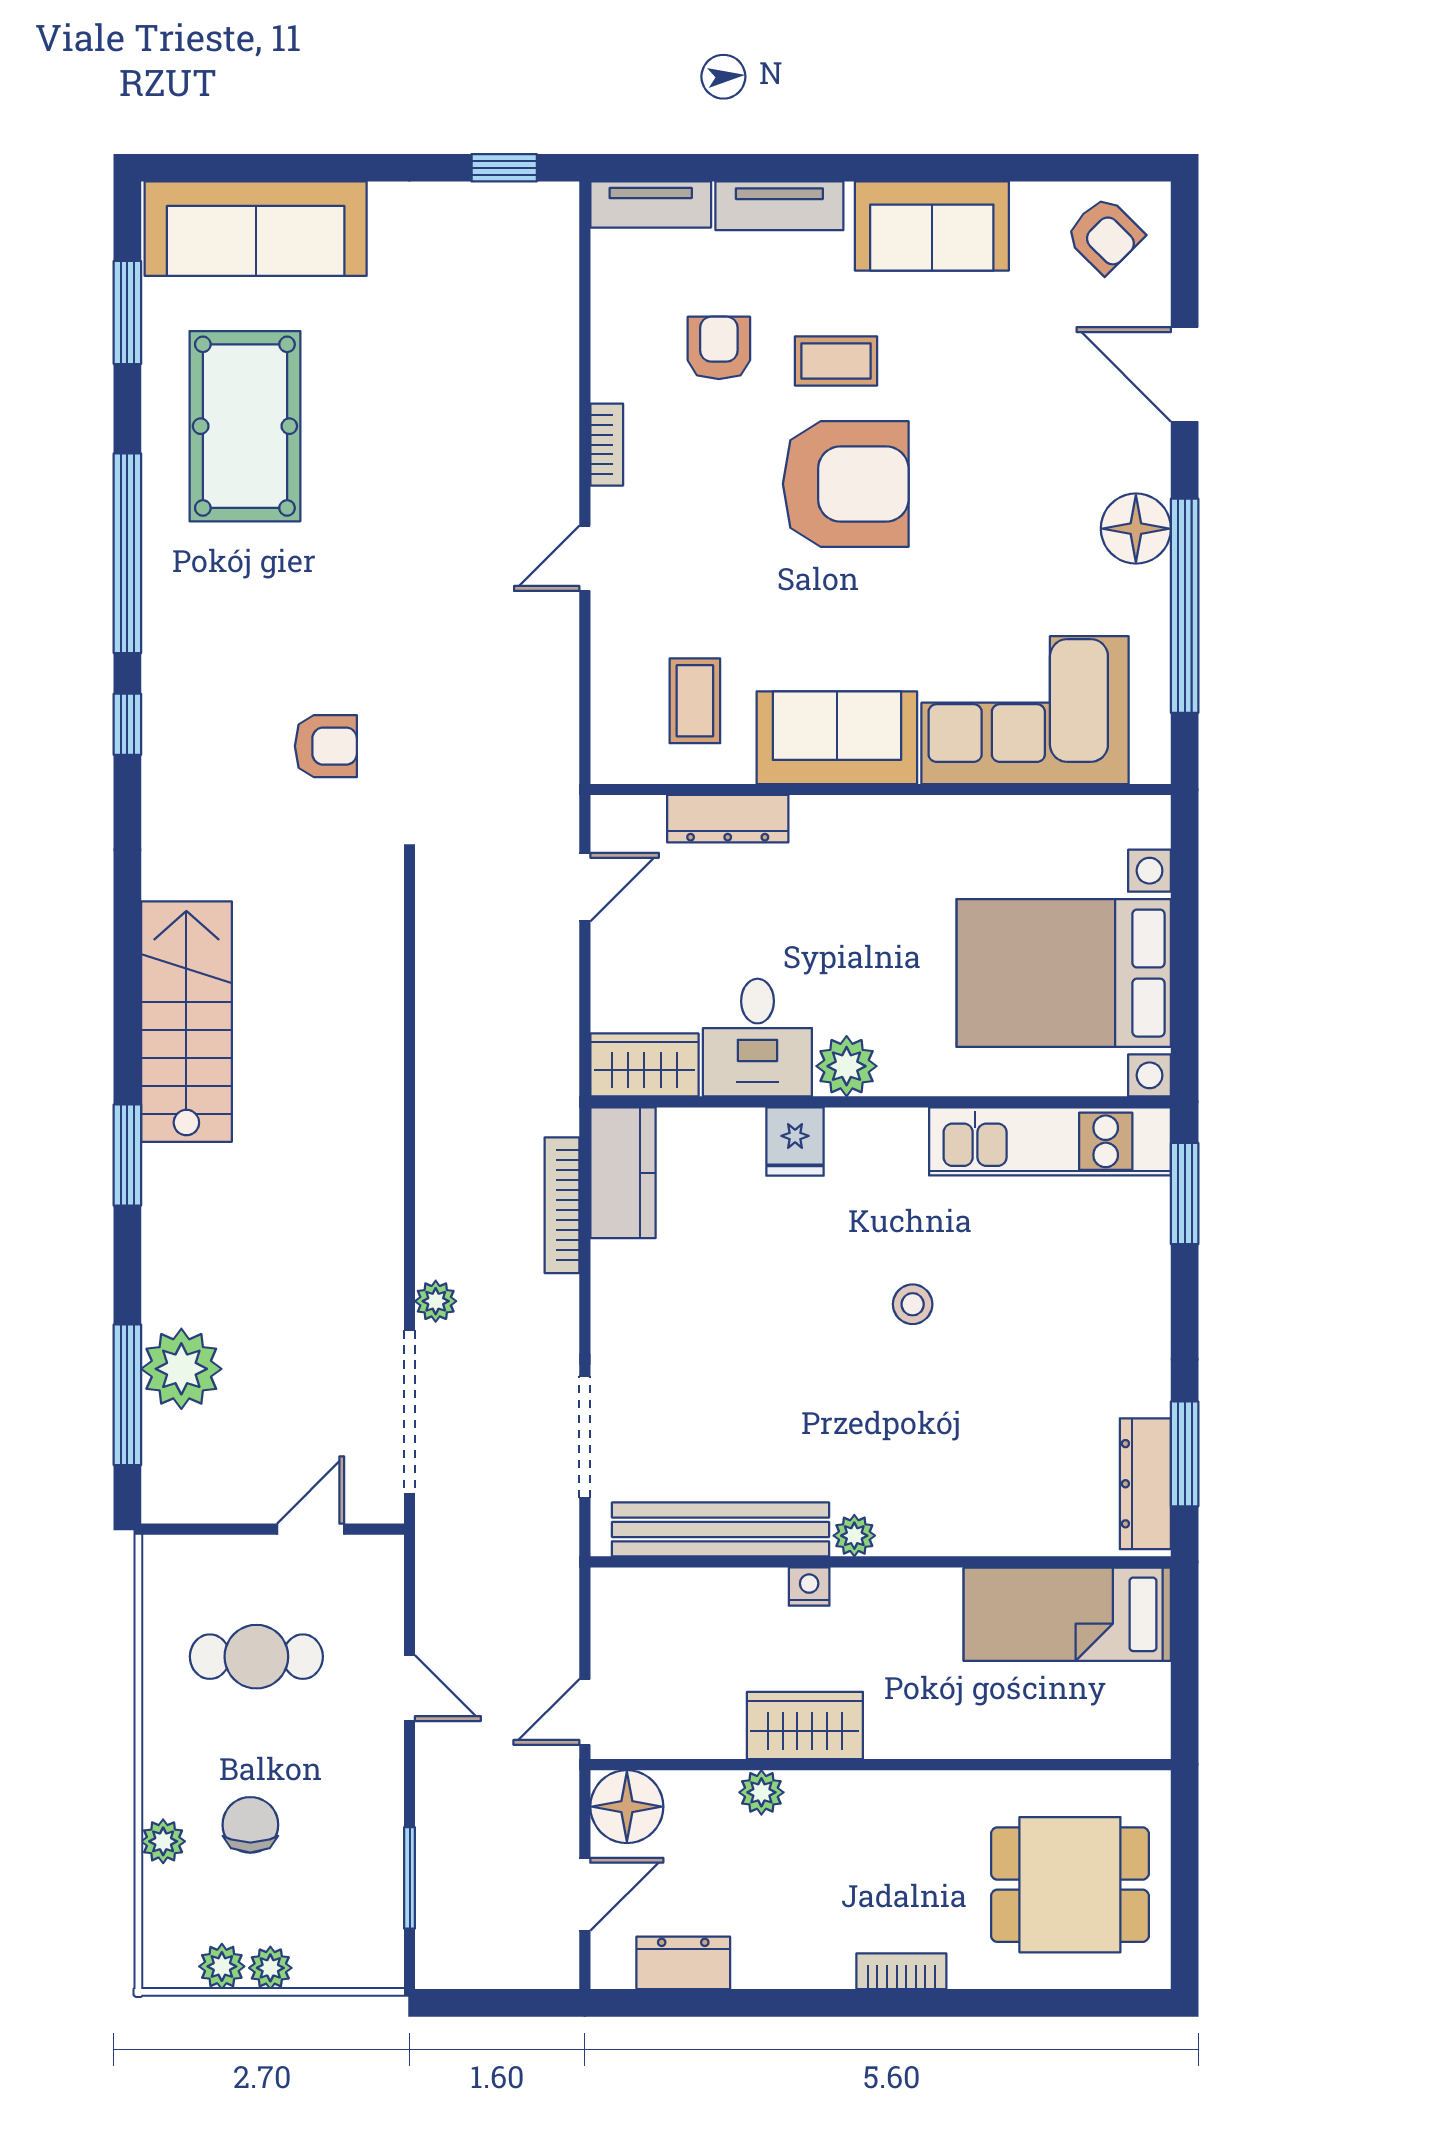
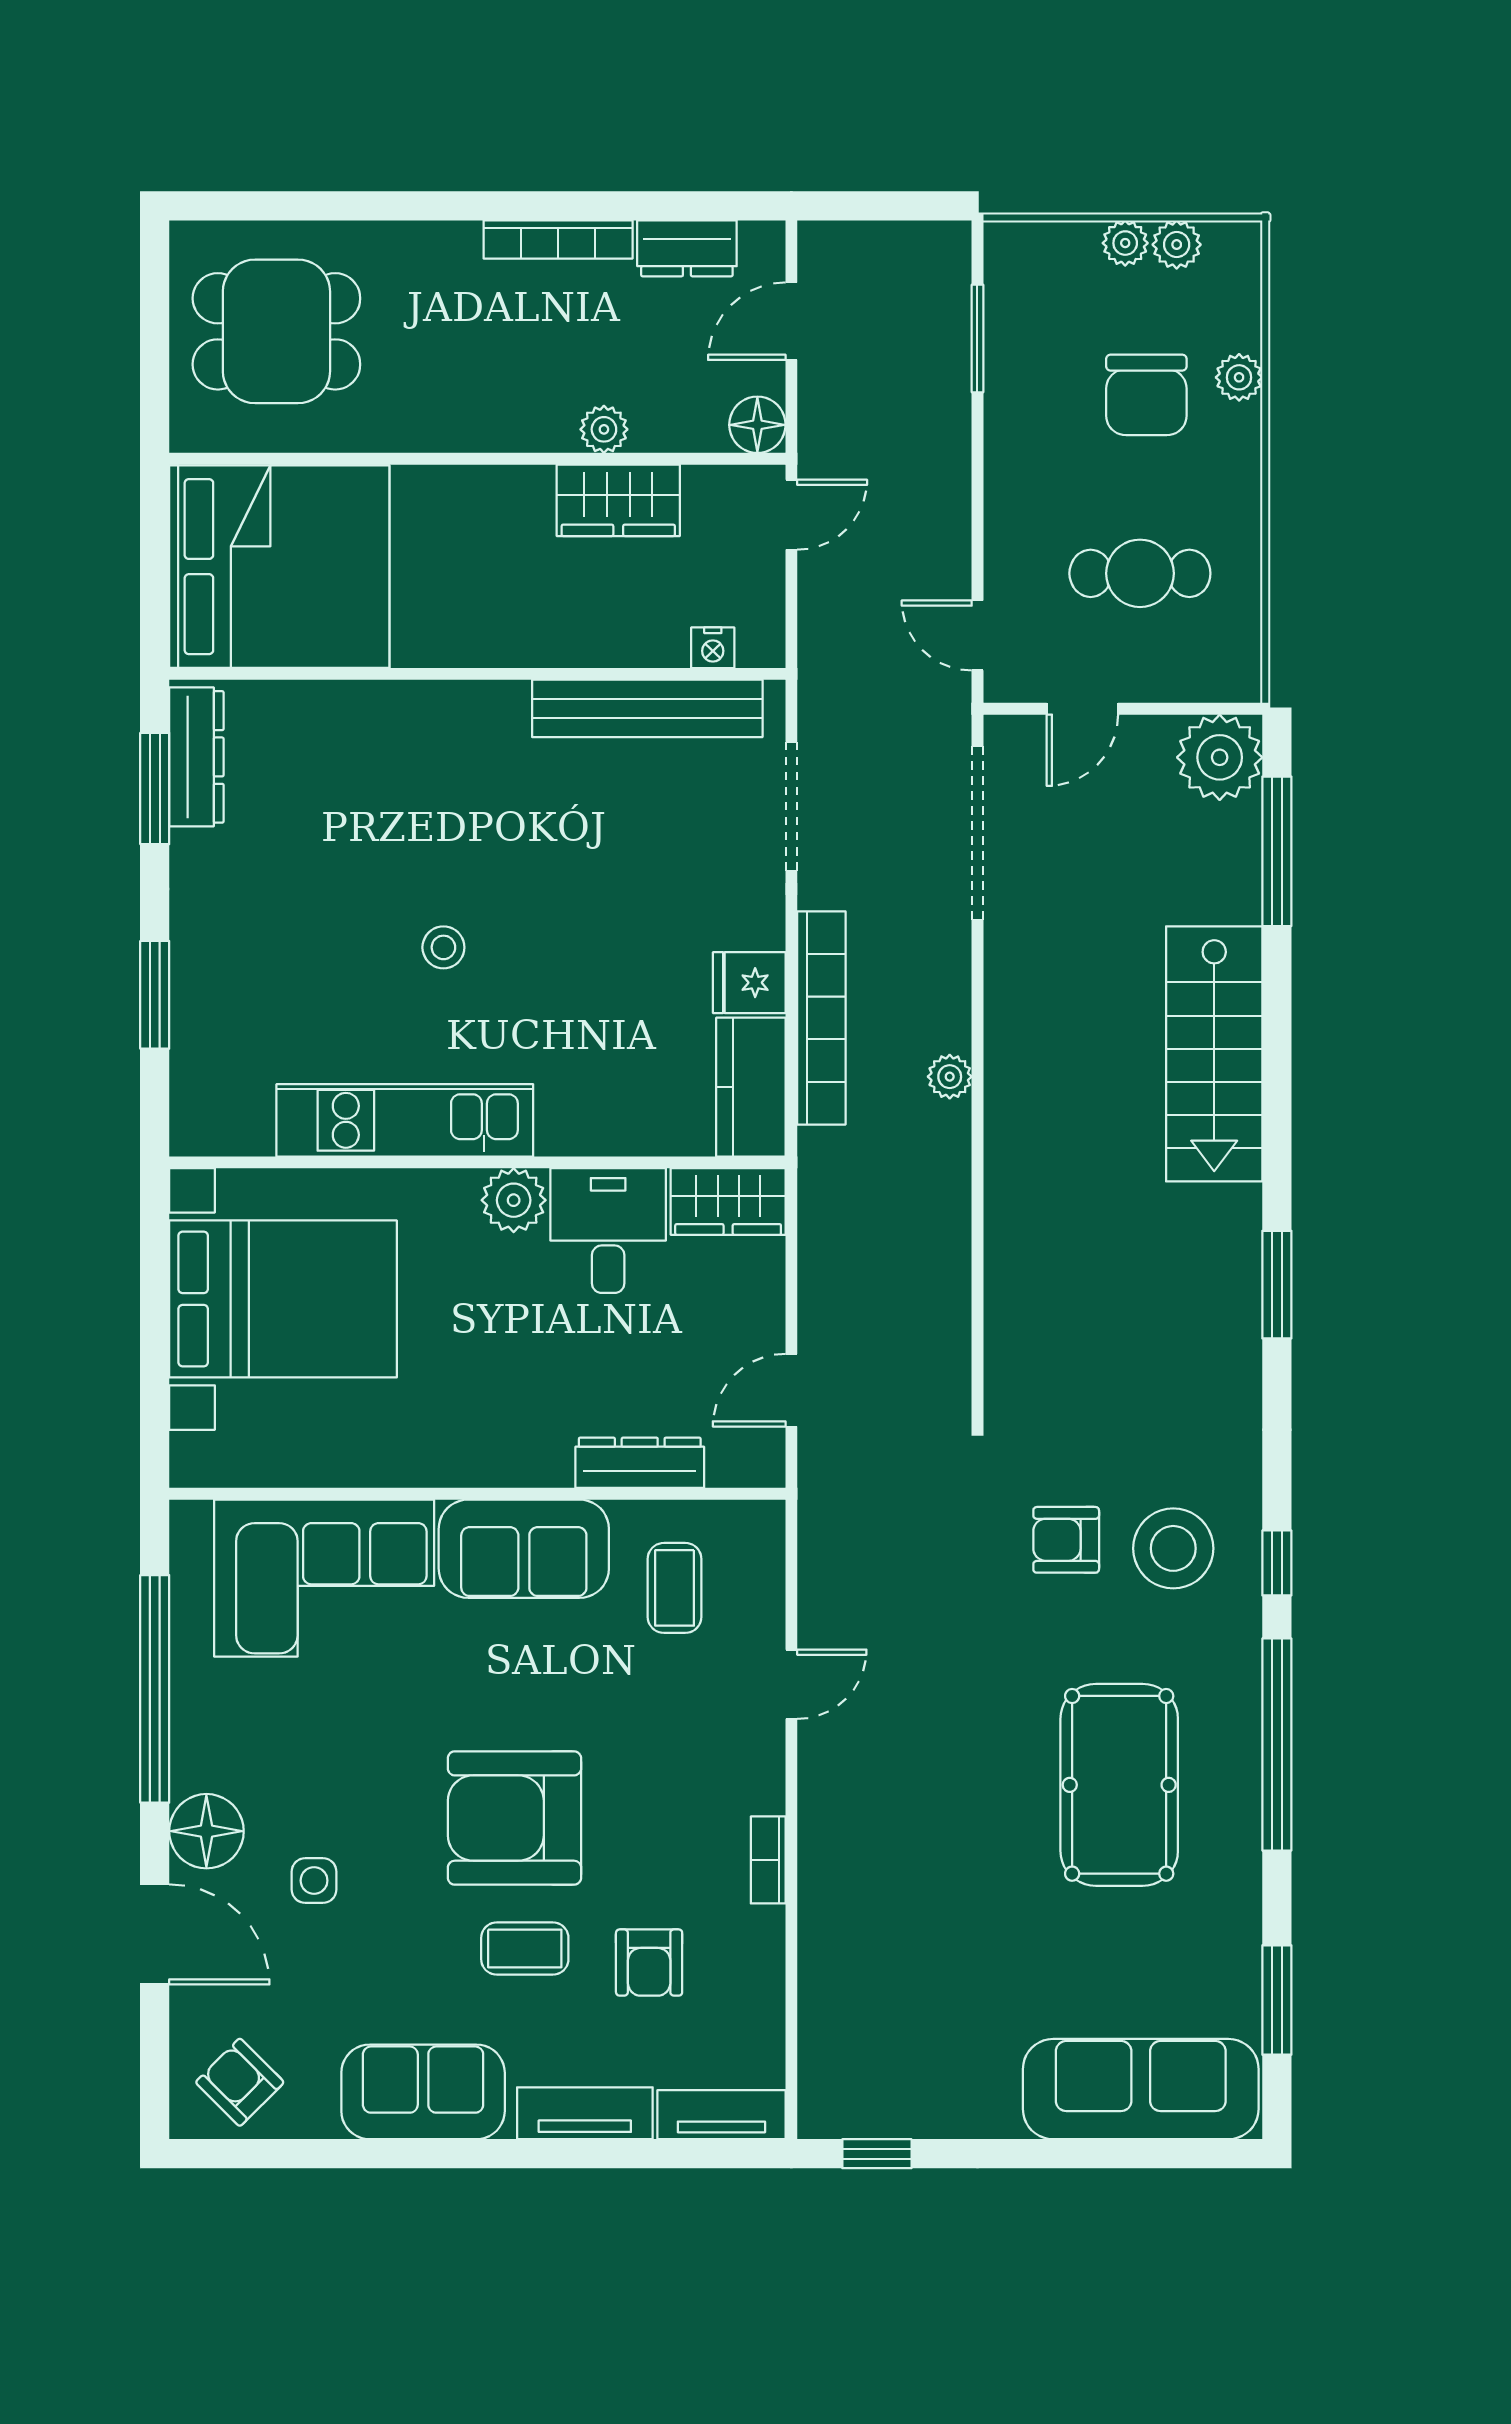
side table: (1035, 425) -> (314, 1881), added
pool table: (245, 426) -> (1119, 1785), moved
floor lamp: (1136, 529) -> (206, 1831), moved
door: (585, 558) -> (791, 1684), moved
stool: (225, 738) -> (1173, 1548), added
stairs: (186, 1022) -> (1214, 1054), moved
fridge: (795, 1141) -> (749, 983), moved, turned -90
kitchen unit: (1050, 1141) -> (405, 1120), moved
window: (127, 1155) -> (1277, 1285), moved
window: (1185, 1193) -> (155, 995), moved
bookcase: (562, 1205) -> (821, 1018), width x1.48, depth x1.31
plant: (436, 1301) -> (950, 1077), moved
plant: (181, 1369) -> (1220, 757), moved
plant: (854, 1536) -> (505, 702), removed
nightstand: (809, 1587) -> (713, 648), moved
bed: (1067, 1614) -> (279, 567), width x2.04
door: (410, 1688) -> (977, 635), moved
wardrobe: (805, 1725) -> (618, 500), moved
floor lamp: (627, 1807) -> (757, 425), width x0.73, depth x0.73
chair: (250, 1825) -> (1146, 395), width x1.37, depth x1.37
bookcase: (901, 1971) -> (558, 239), moved, width x1.56

